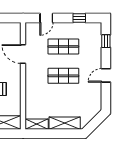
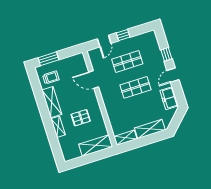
window: (79, 18) -> (123, 35), moved
window: (106, 41) -> (166, 54), moved
freezer: (94, 98) -> (169, 98), added

